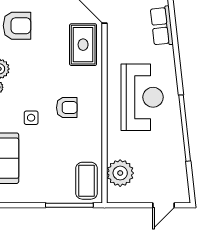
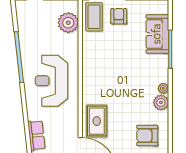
armchair: (67, 108) -> (119, 16), moved, turned 90
side table: (31, 118) -> (137, 65), removed

